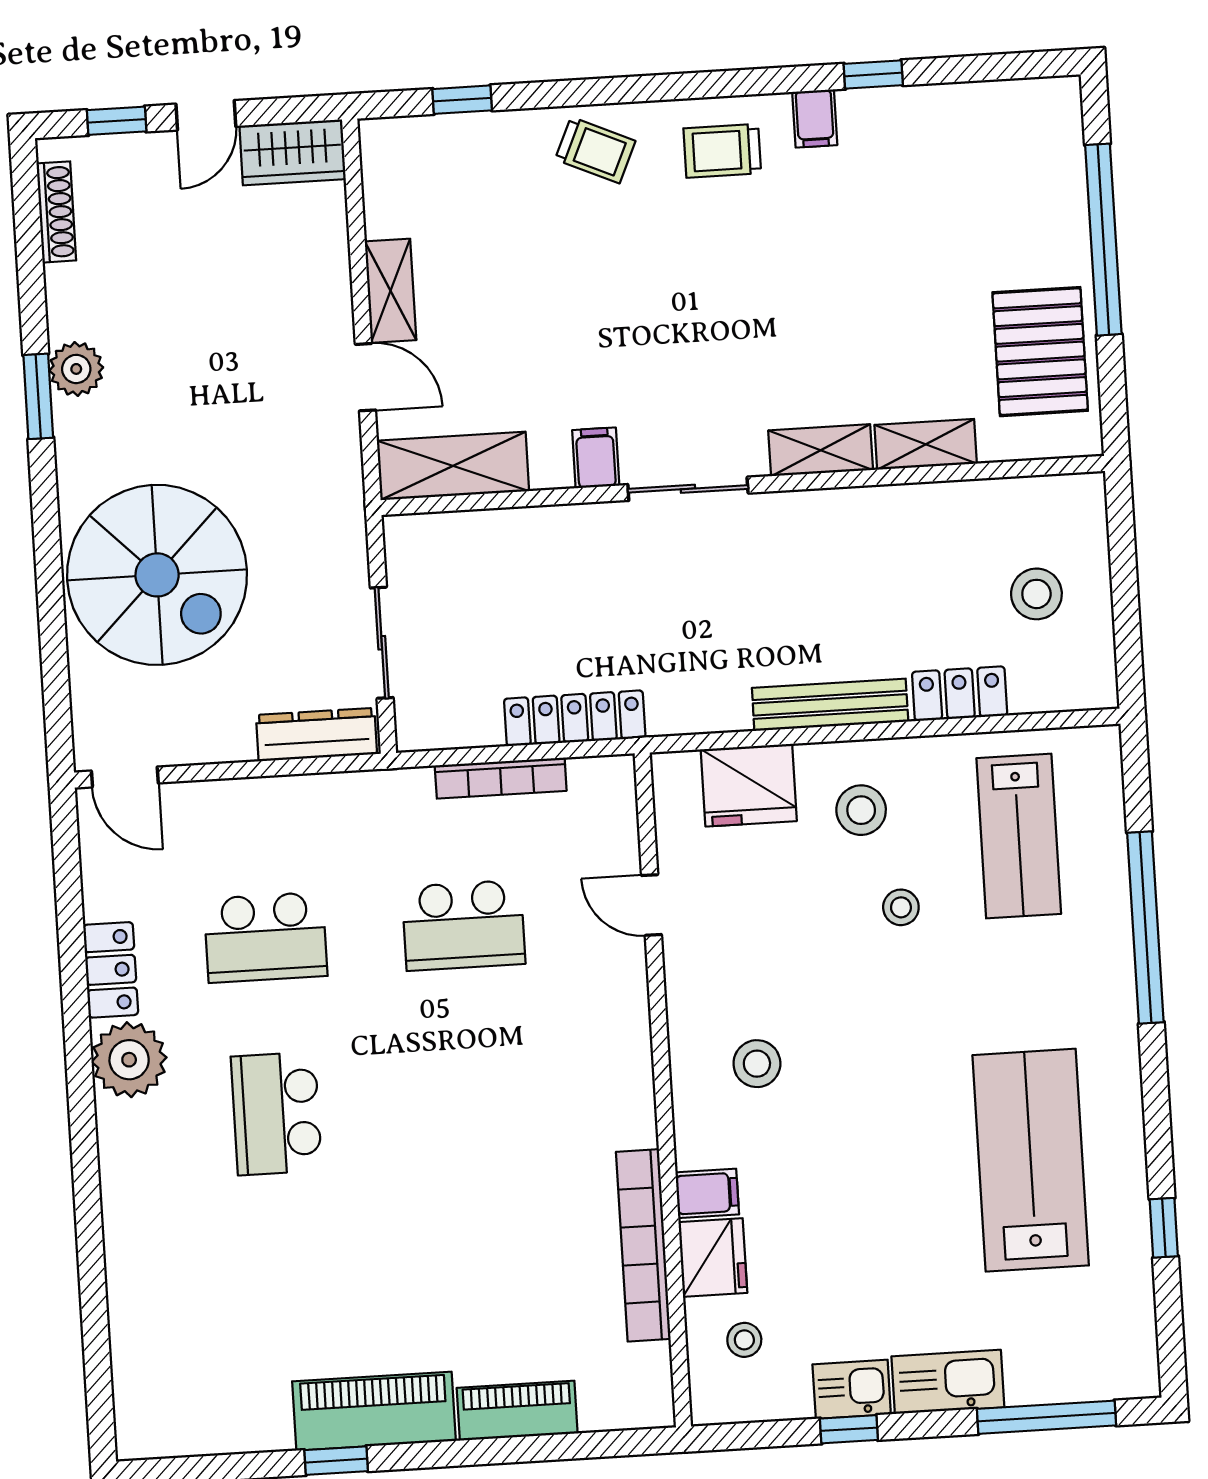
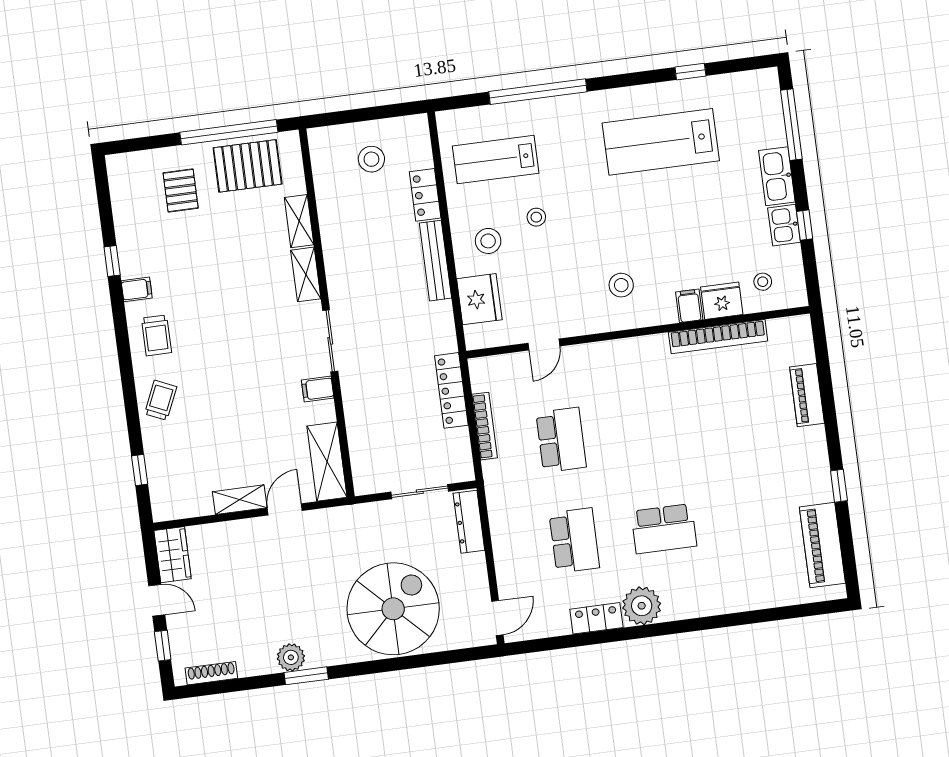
pallet: (1001, 218) -> (181, 190), added
window: (1103, 240) -> (229, 132), moved
lab bench: (1019, 836) -> (496, 160), turned 180
piano: (374, 1411) -> (822, 545), moved

